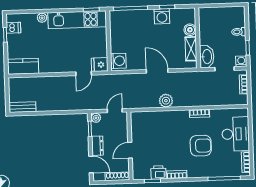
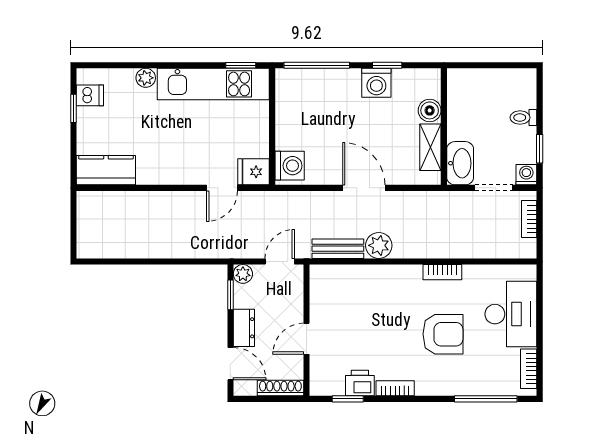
bench: (22, 107) -> (338, 249), moved

